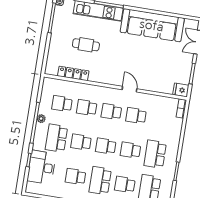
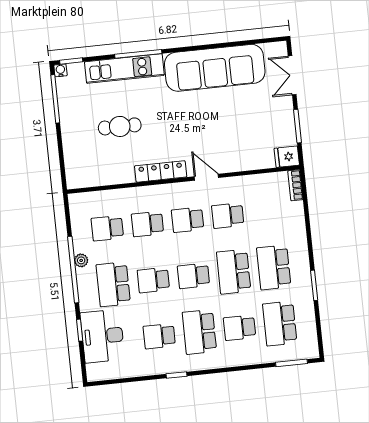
locker: (73, 73) -> (161, 171), moved
school desk: (130, 150) -> (234, 272), width x1.85

